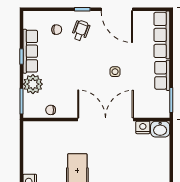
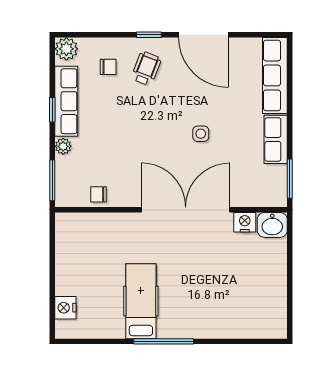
plant: (30, 18) -> (66, 49), added
plant: (33, 84) -> (63, 146), width x0.53, depth x0.53

